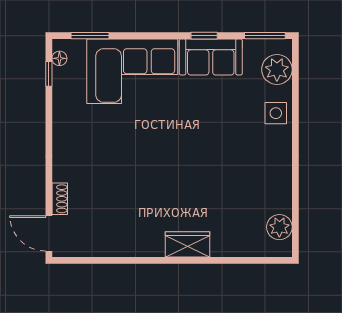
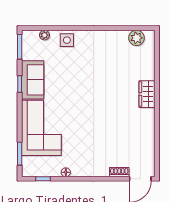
floor lamp: (59, 58) -> (66, 172), moved
plant: (277, 69) -> (45, 35), width x0.53, depth x0.53

